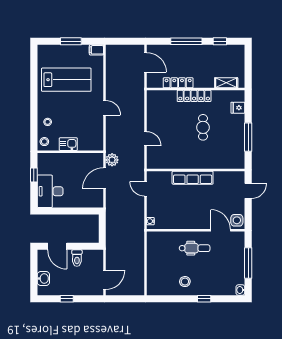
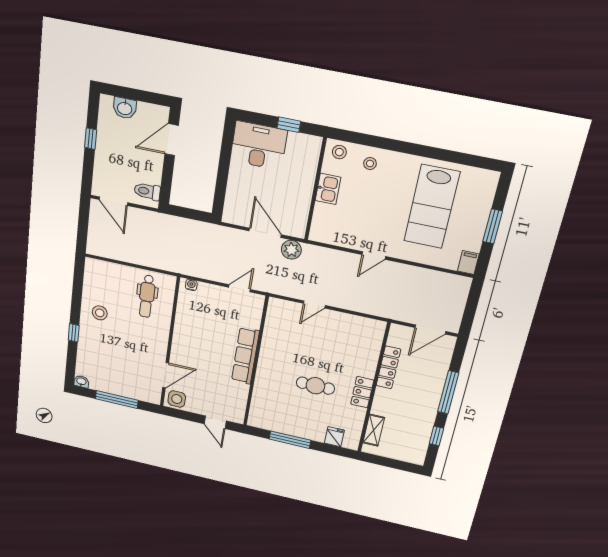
locker: (194, 96) -> (362, 392), width x0.66
dental chair: (195, 248) -> (147, 296), moved
toilet: (77, 258) -> (147, 191), moved

